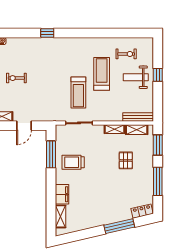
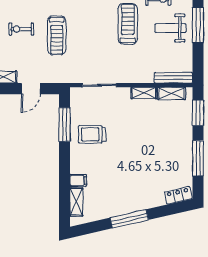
window: (158, 75) -> (198, 25), width x2.17
treadmill: (78, 92) -> (57, 35), moved
pallet: (126, 160) -> (158, 132), removed
filing cabinet: (62, 194) -> (78, 180), width x0.50
window: (119, 226) -> (129, 219), moved

